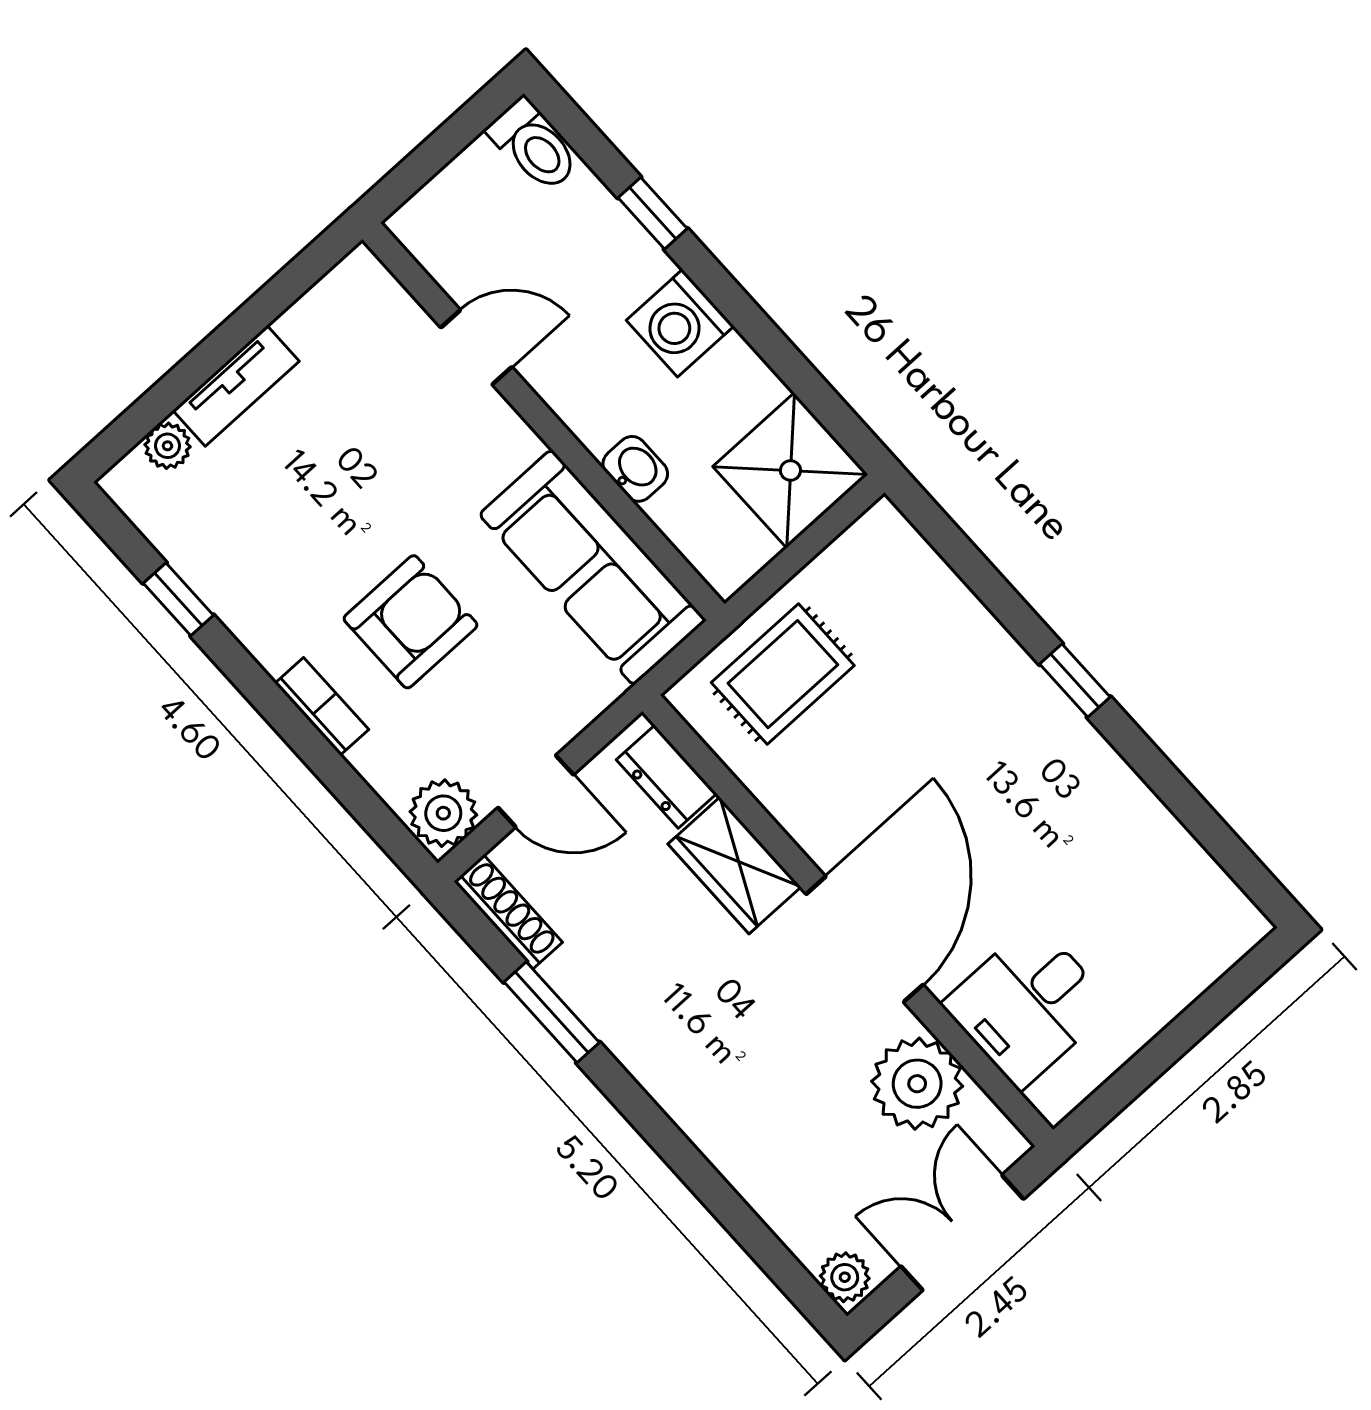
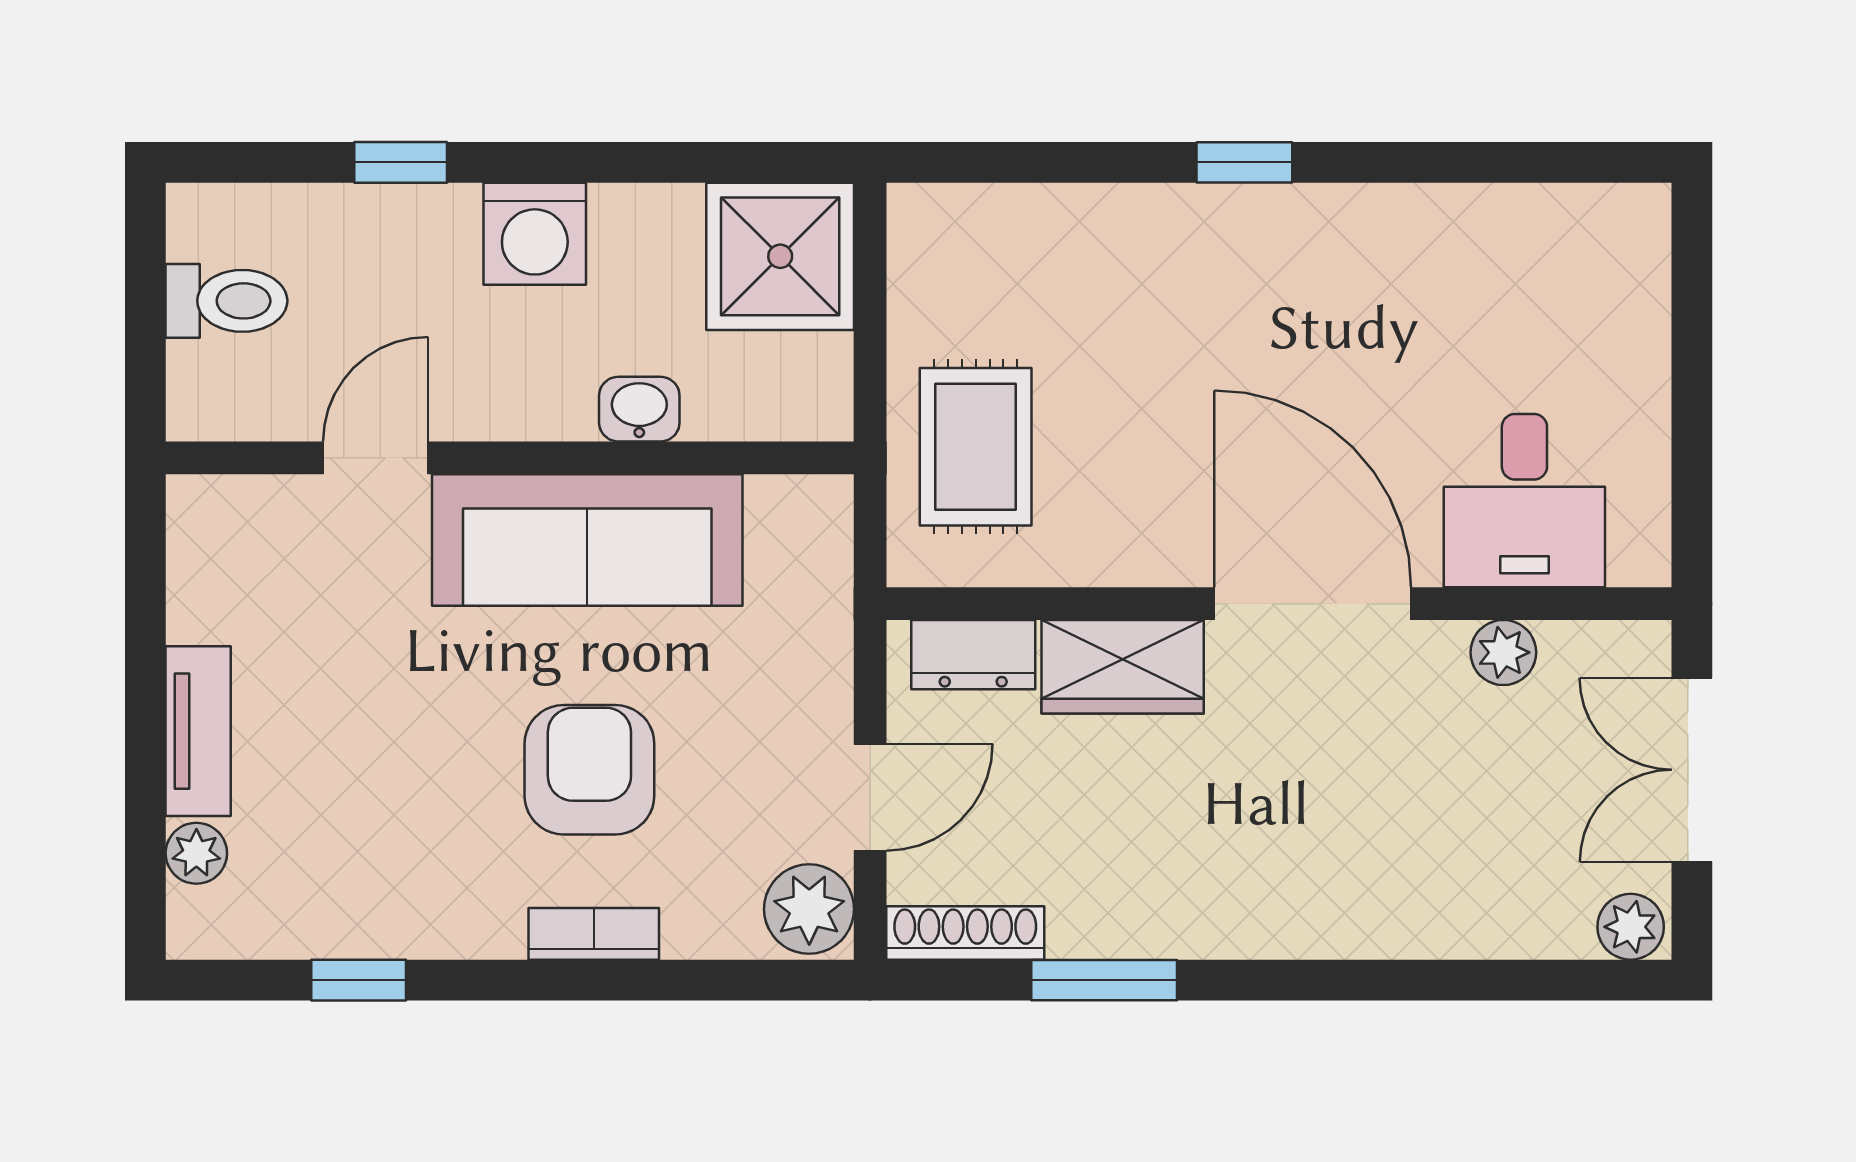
toilet: (534, 145) -> (226, 301), moved
sofa: (593, 567) -> (587, 540), moved
plant: (917, 1084) -> (1503, 652), width x0.53, depth x0.53

